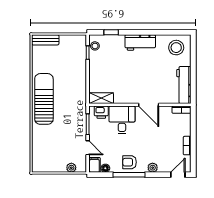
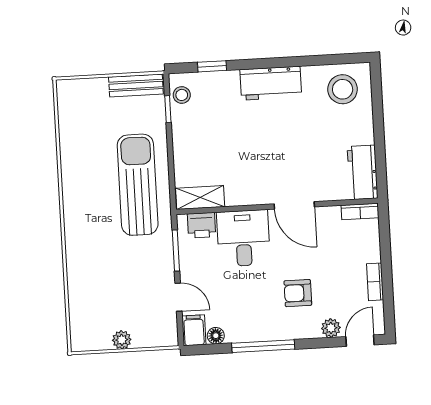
bench: (45, 40) -> (136, 85), moved
workbench: (184, 85) -> (363, 172), width x0.73
sun lounger: (44, 99) -> (138, 185), moved
armchair: (130, 162) -> (298, 293), moved
plant: (71, 168) -> (122, 340), moved
plant: (153, 168) -> (331, 328), moved

